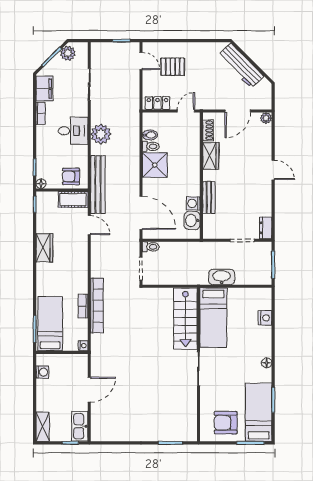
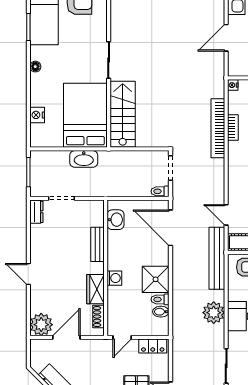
plant: (266, 118) -> (41, 325), width x1.88, depth x1.88
washing machine: (193, 203) -> (114, 278), moved
bed: (213, 318) -> (85, 115), width x1.50

